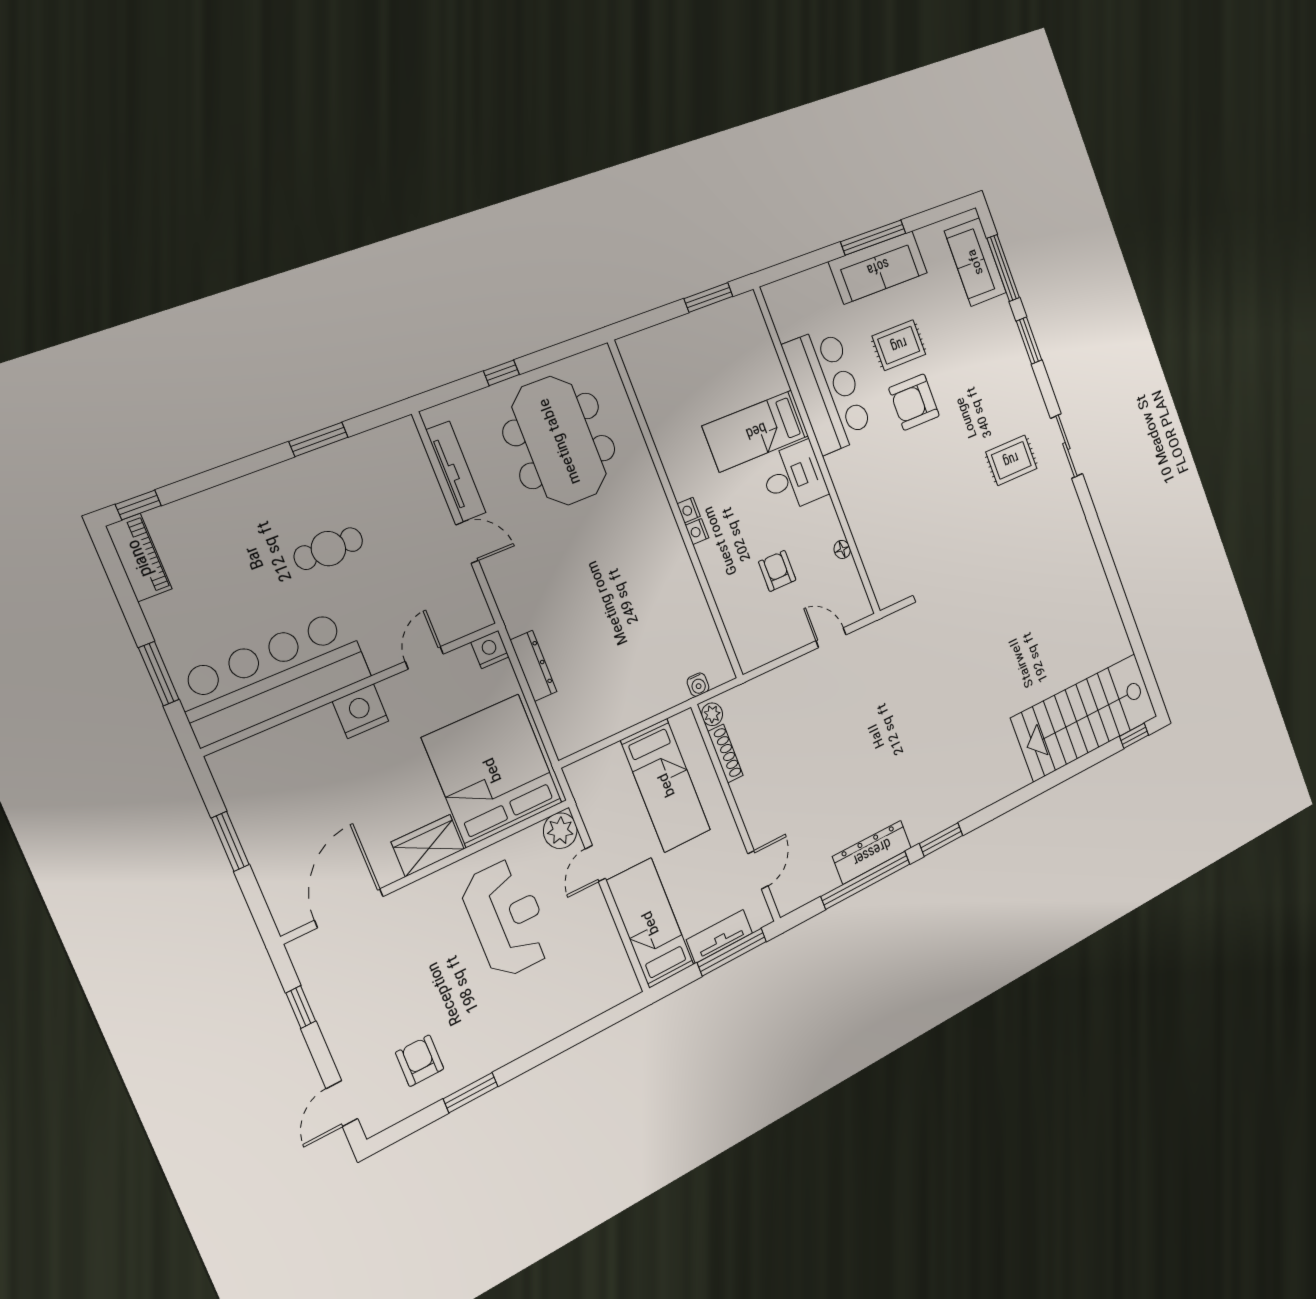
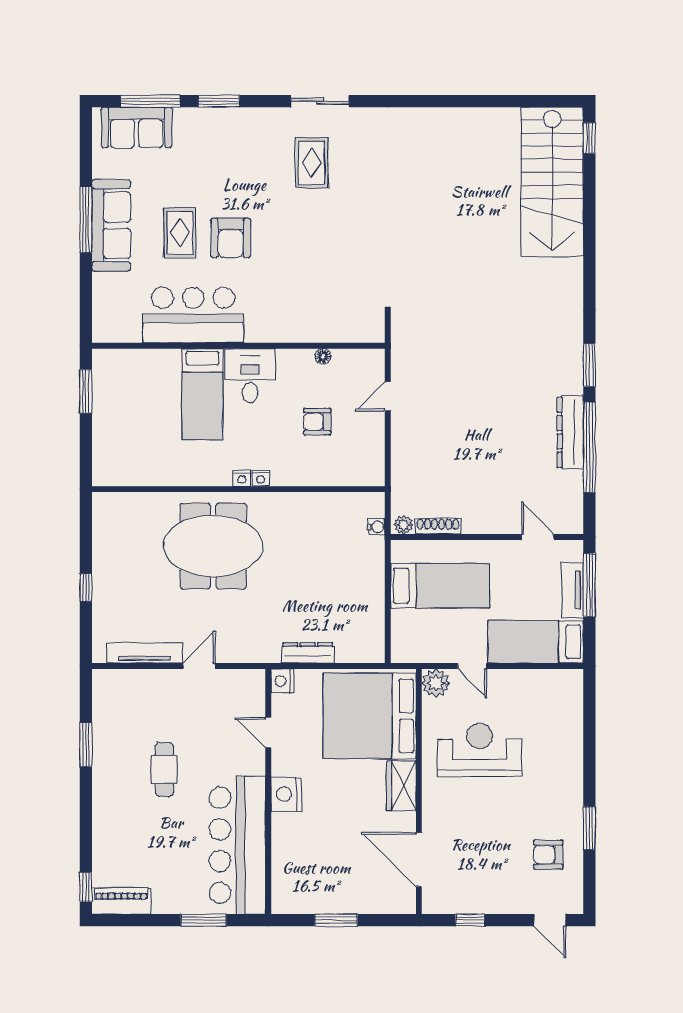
meeting table: (559, 441) -> (213, 546), moved

